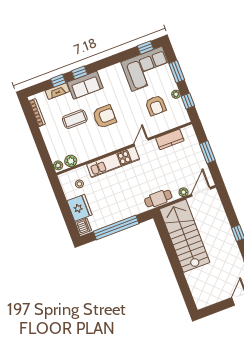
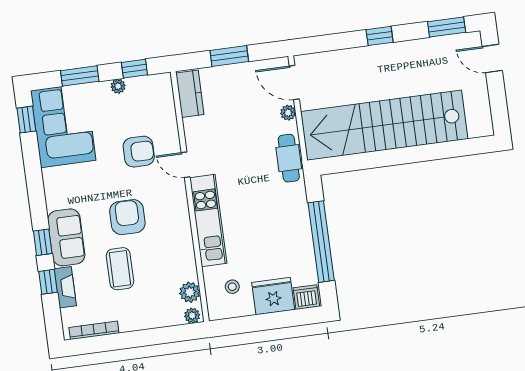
armchair: (156, 105) -> (139, 152), moved
kitchen counter: (170, 139) -> (190, 94), moved
stairs: (185, 236) -> (384, 125), width x1.36

